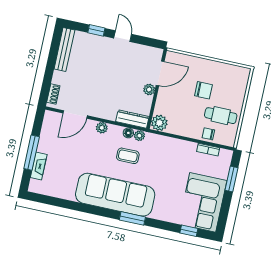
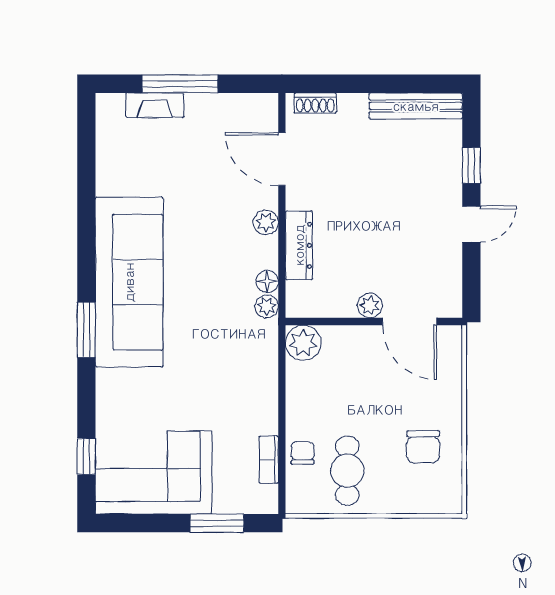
chair: (203, 90) -> (423, 447), moved
dresser: (132, 119) -> (299, 245), moved
coffee table: (128, 156) -> (218, 291), removed

